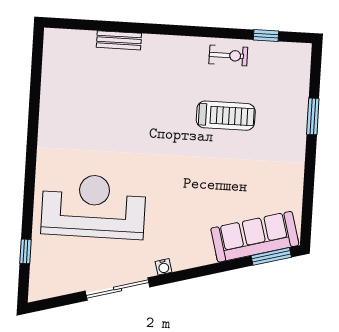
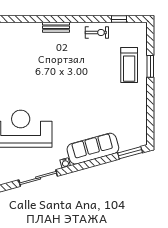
bench: (119, 40) -> (56, 27), moved
treadmill: (226, 116) -> (129, 65), moved, turned 90
sofa: (255, 237) -> (93, 149), moved

